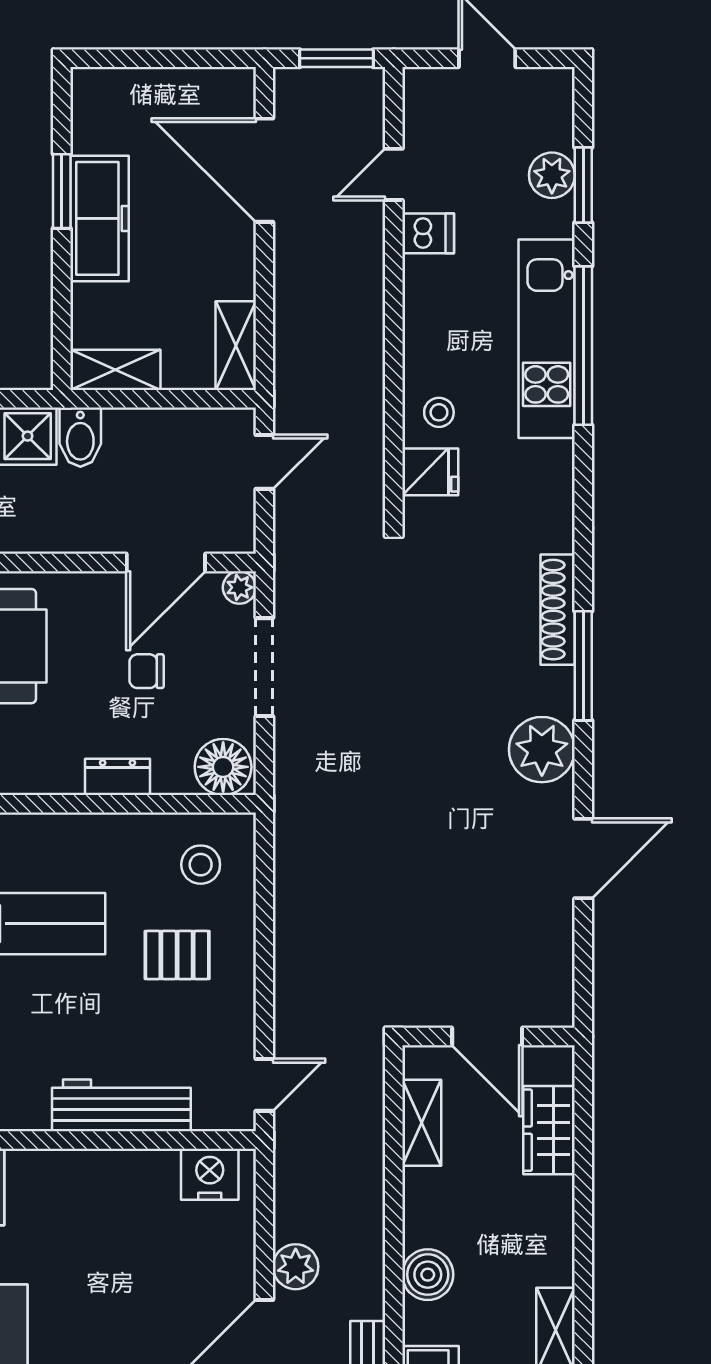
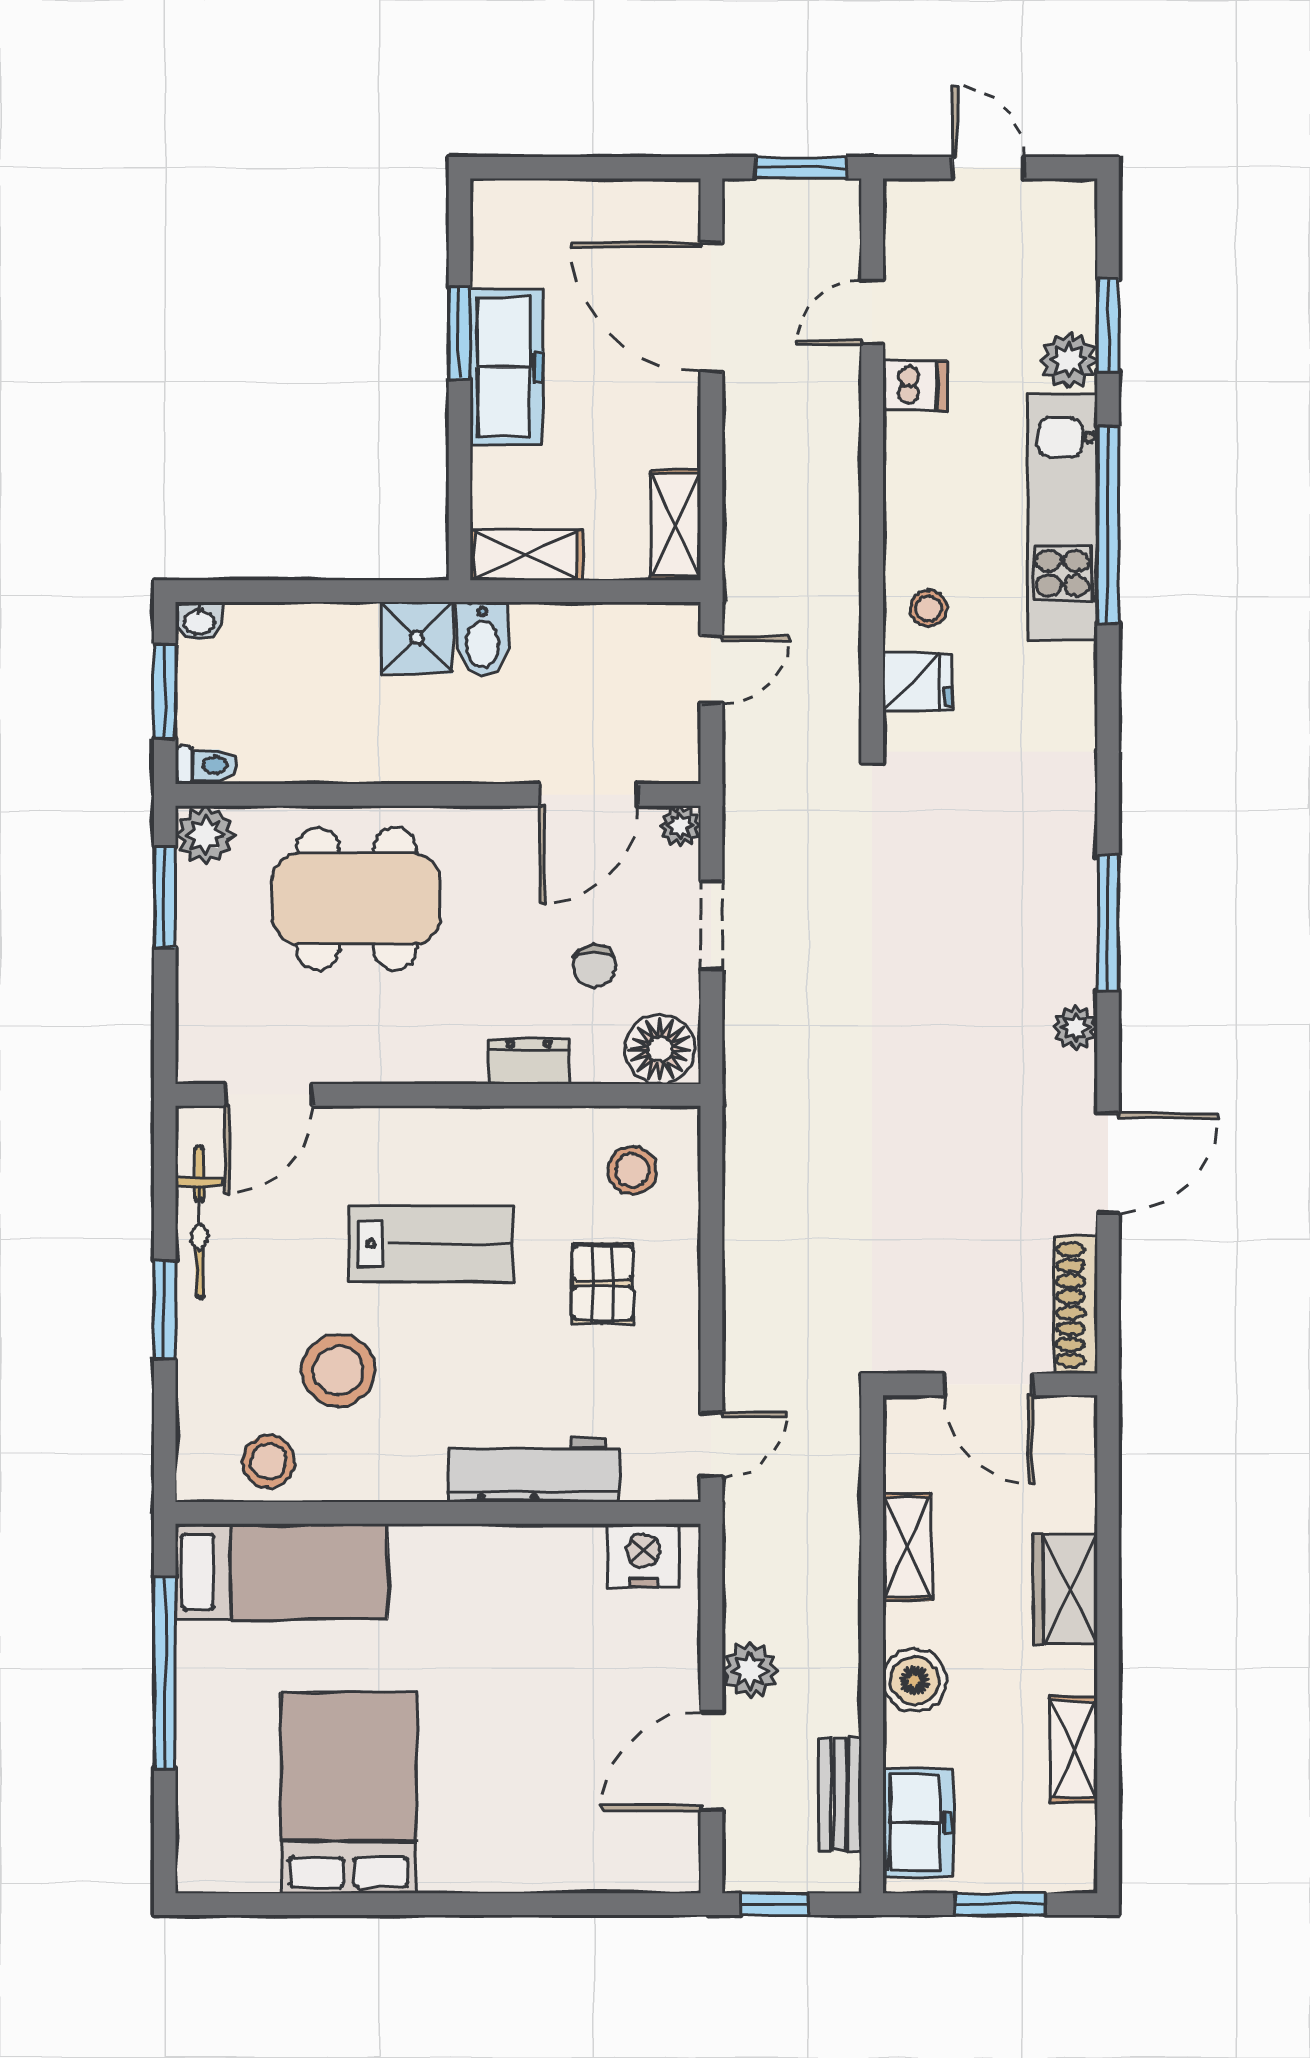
plant: (552, 175) -> (1069, 360), moved
shoe rack: (558, 610) -> (1076, 1305), moved
doorway: (264, 667) -> (711, 925), width x0.73
chair: (147, 671) -> (594, 966), moved, turned -90
plant: (542, 750) -> (1076, 1027), width x0.53, depth x0.53
pallet: (177, 955) -> (603, 1283), turned 90
shelving: (422, 1123) -> (907, 1547), moved
wardrobe: (549, 1130) -> (1065, 1590), moved

